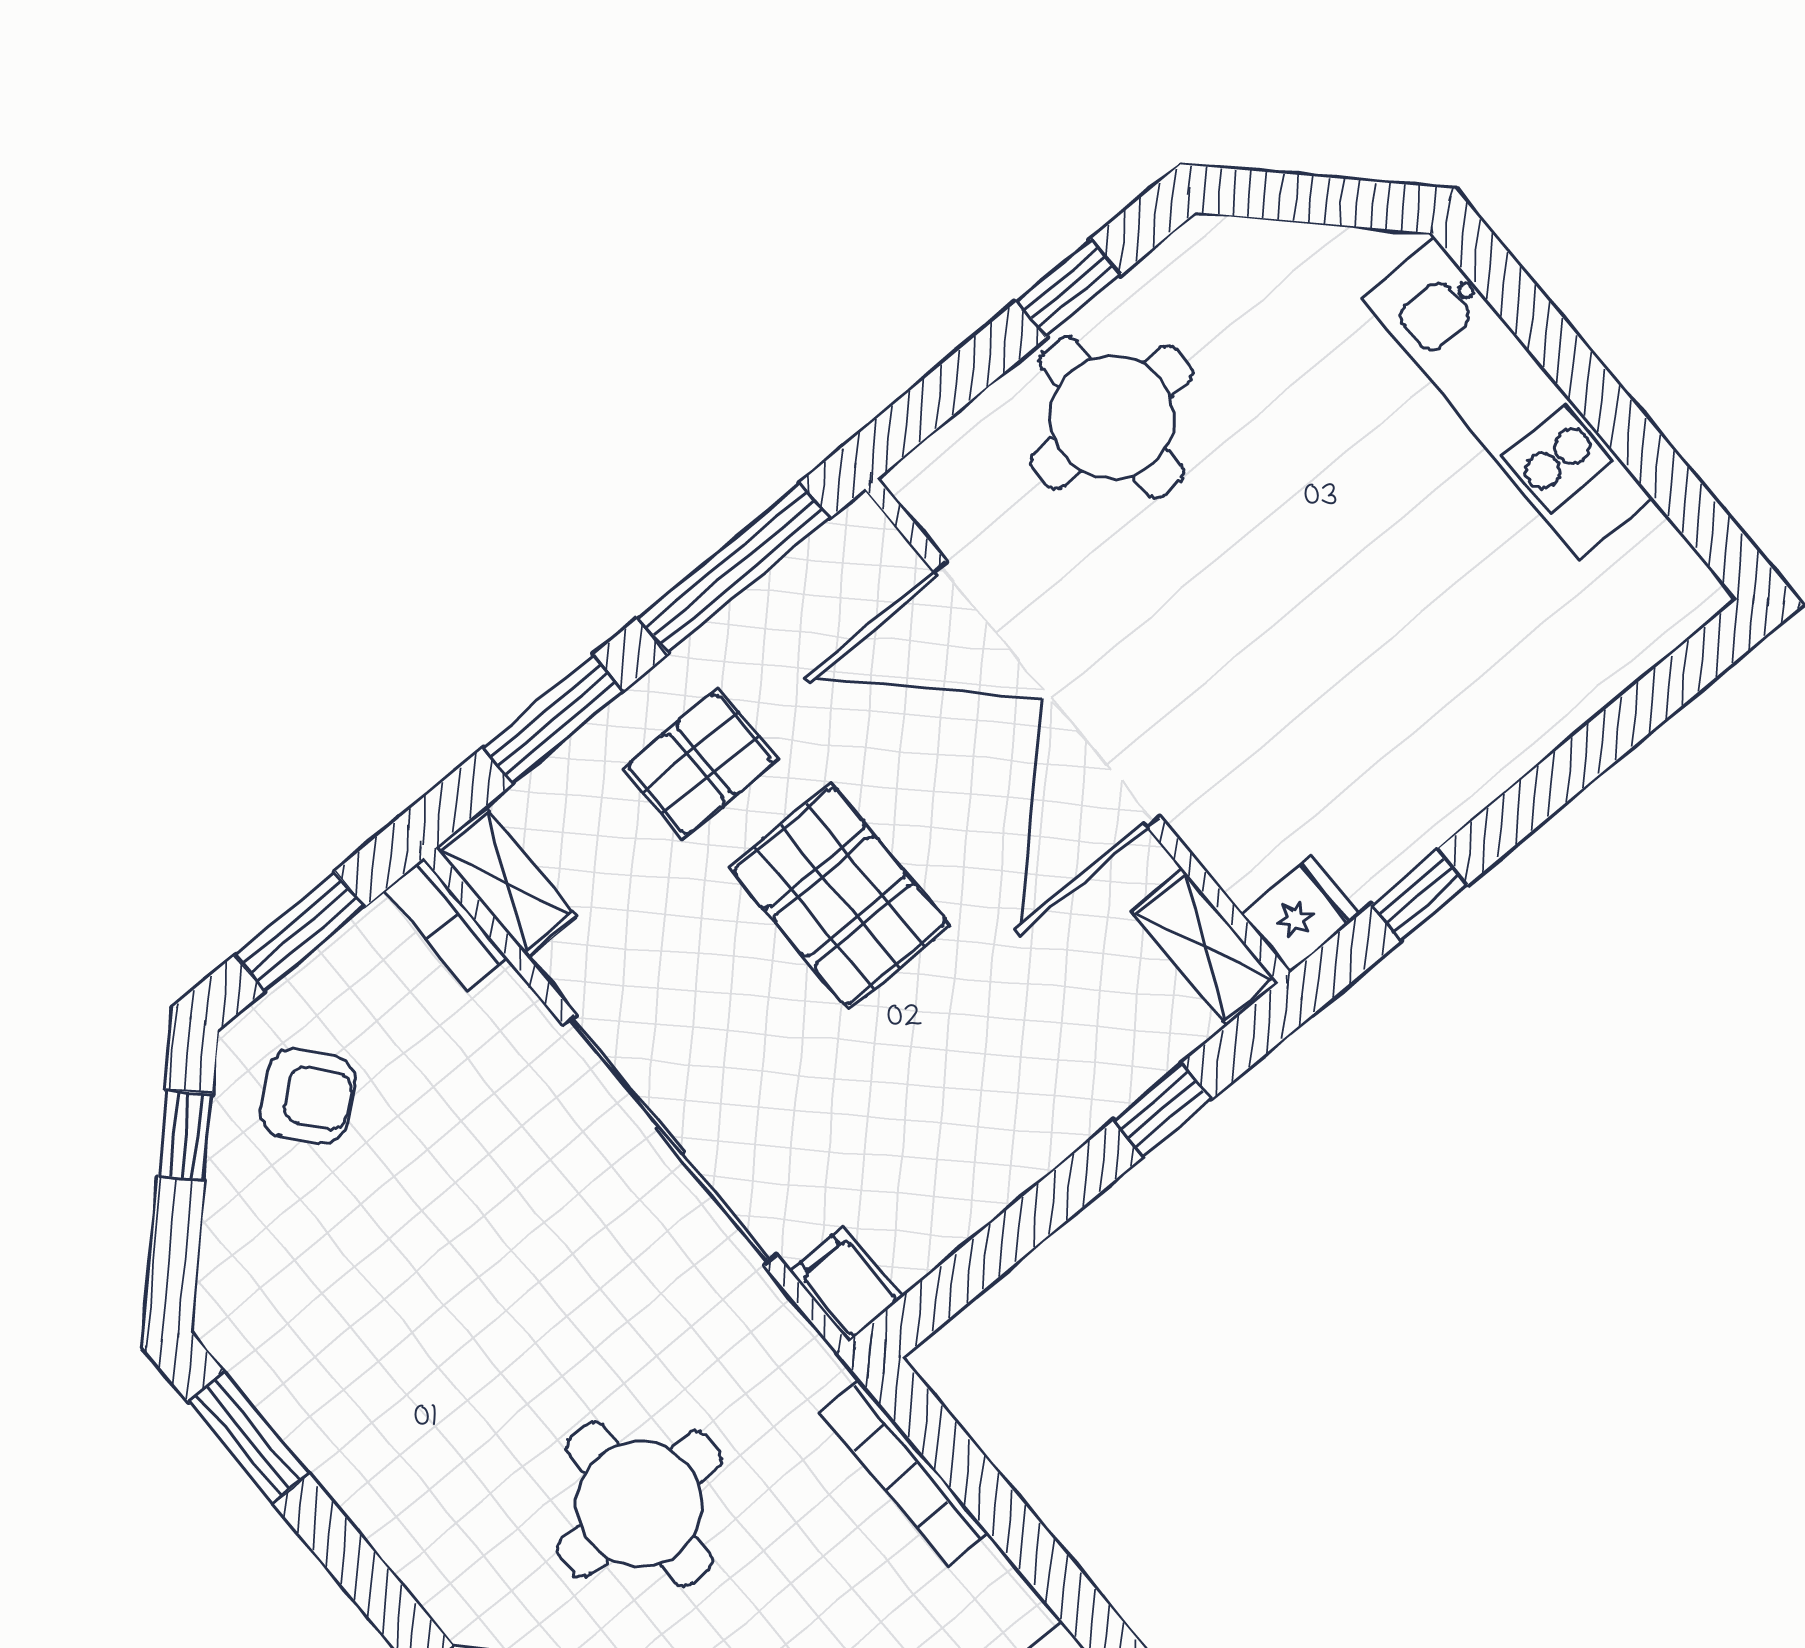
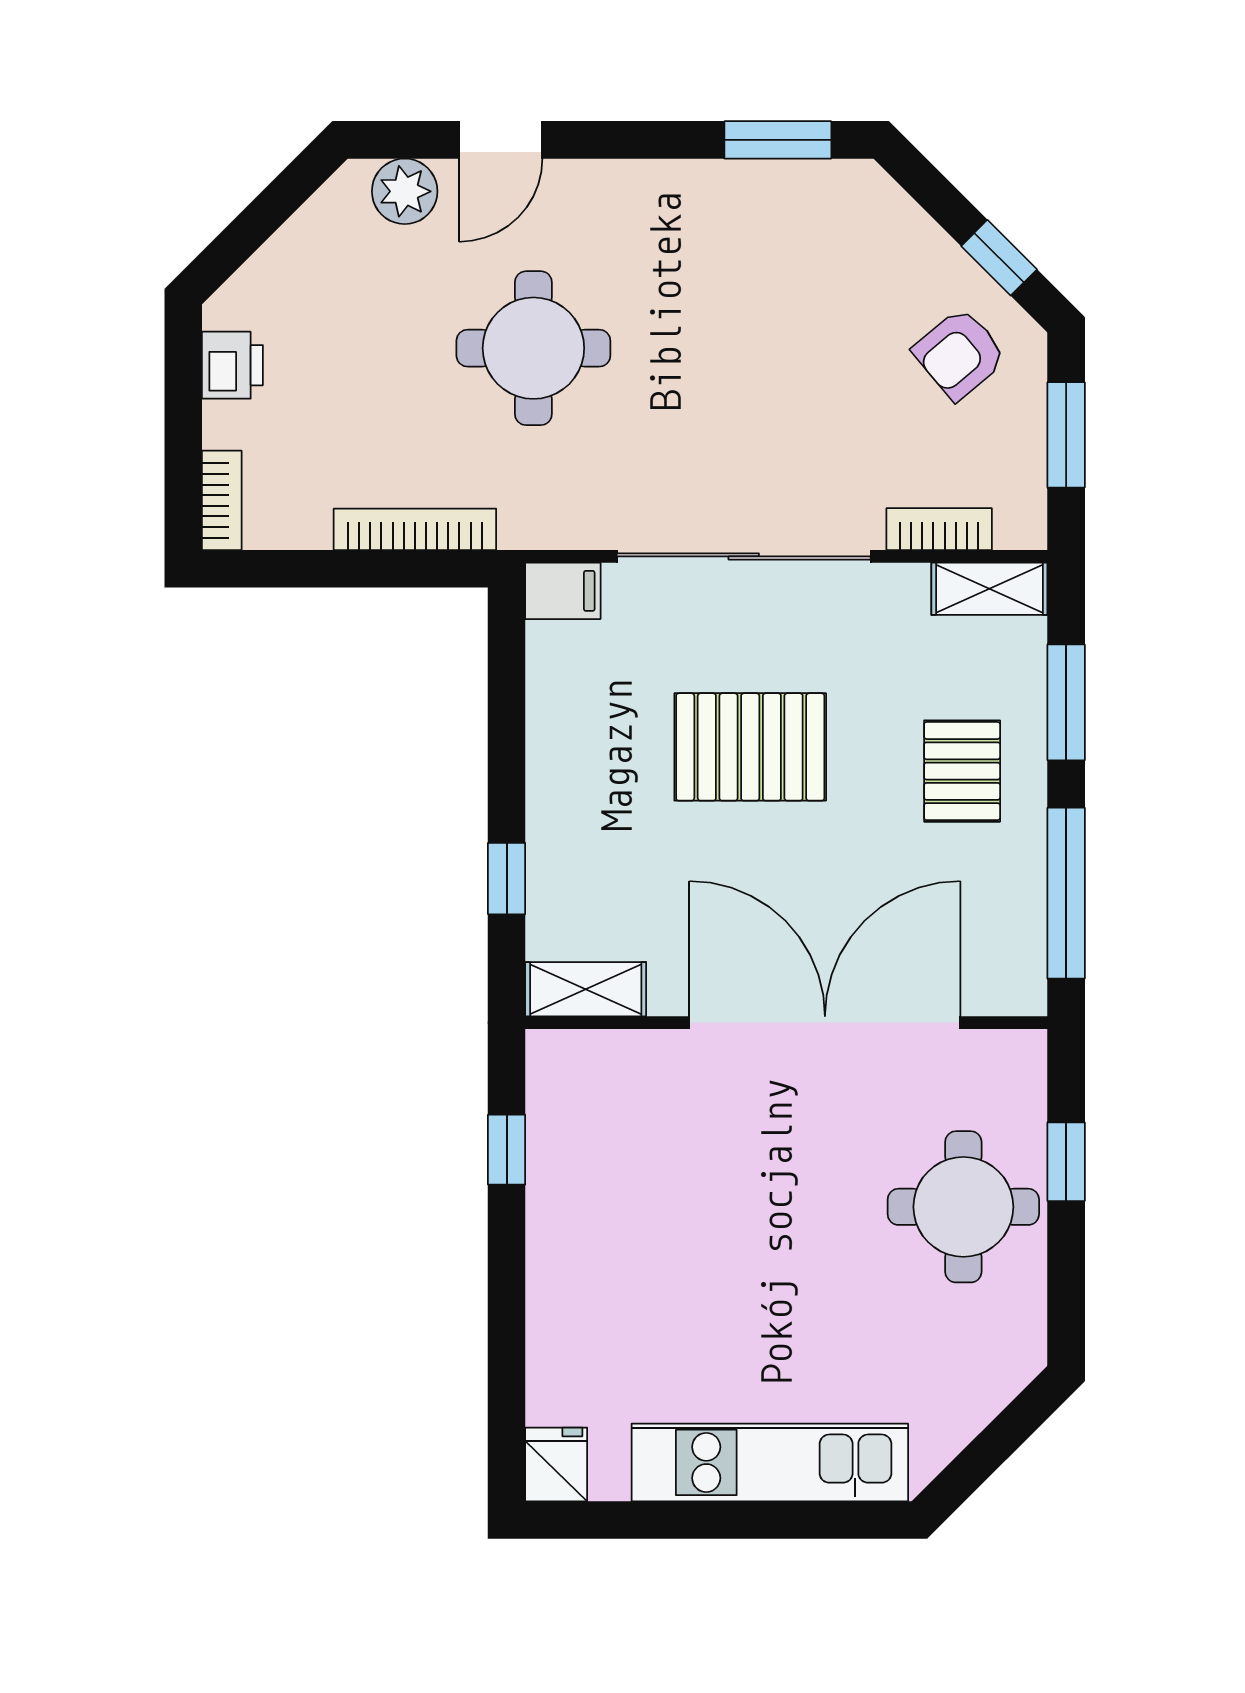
window: (1068, 288) -> (1066, 1162), moved
pallet: (840, 896) -> (750, 747), moved
fridge: (1301, 914) -> (556, 1464), moved, turned 180
bookcase: (445, 924) -> (939, 529), moved

